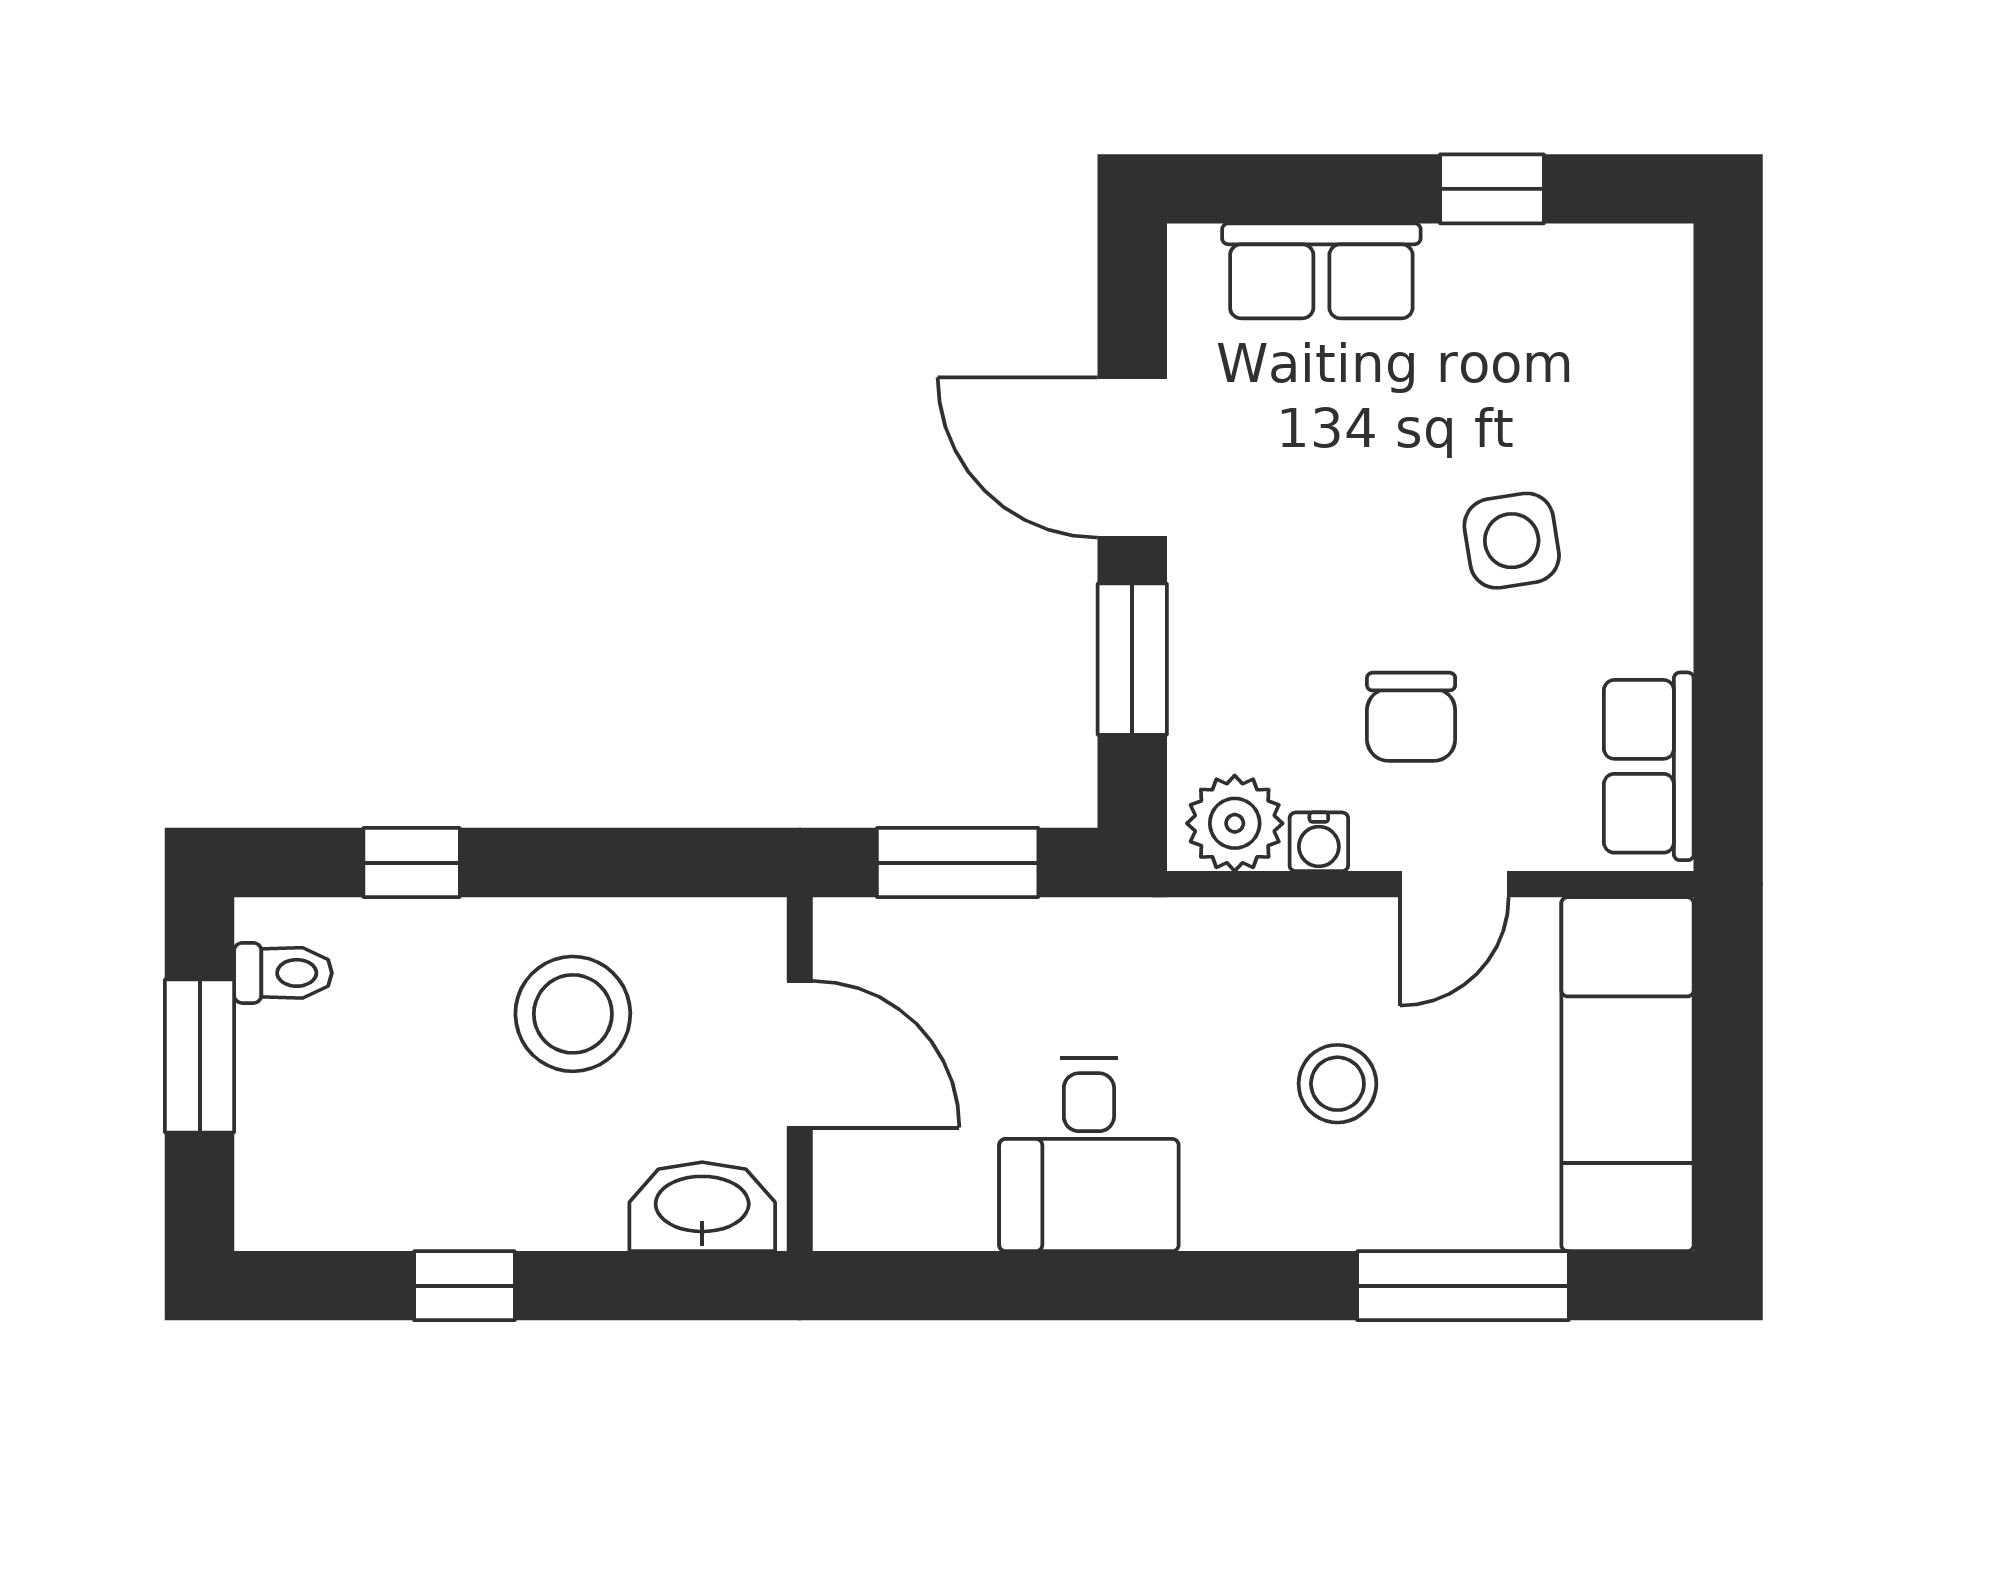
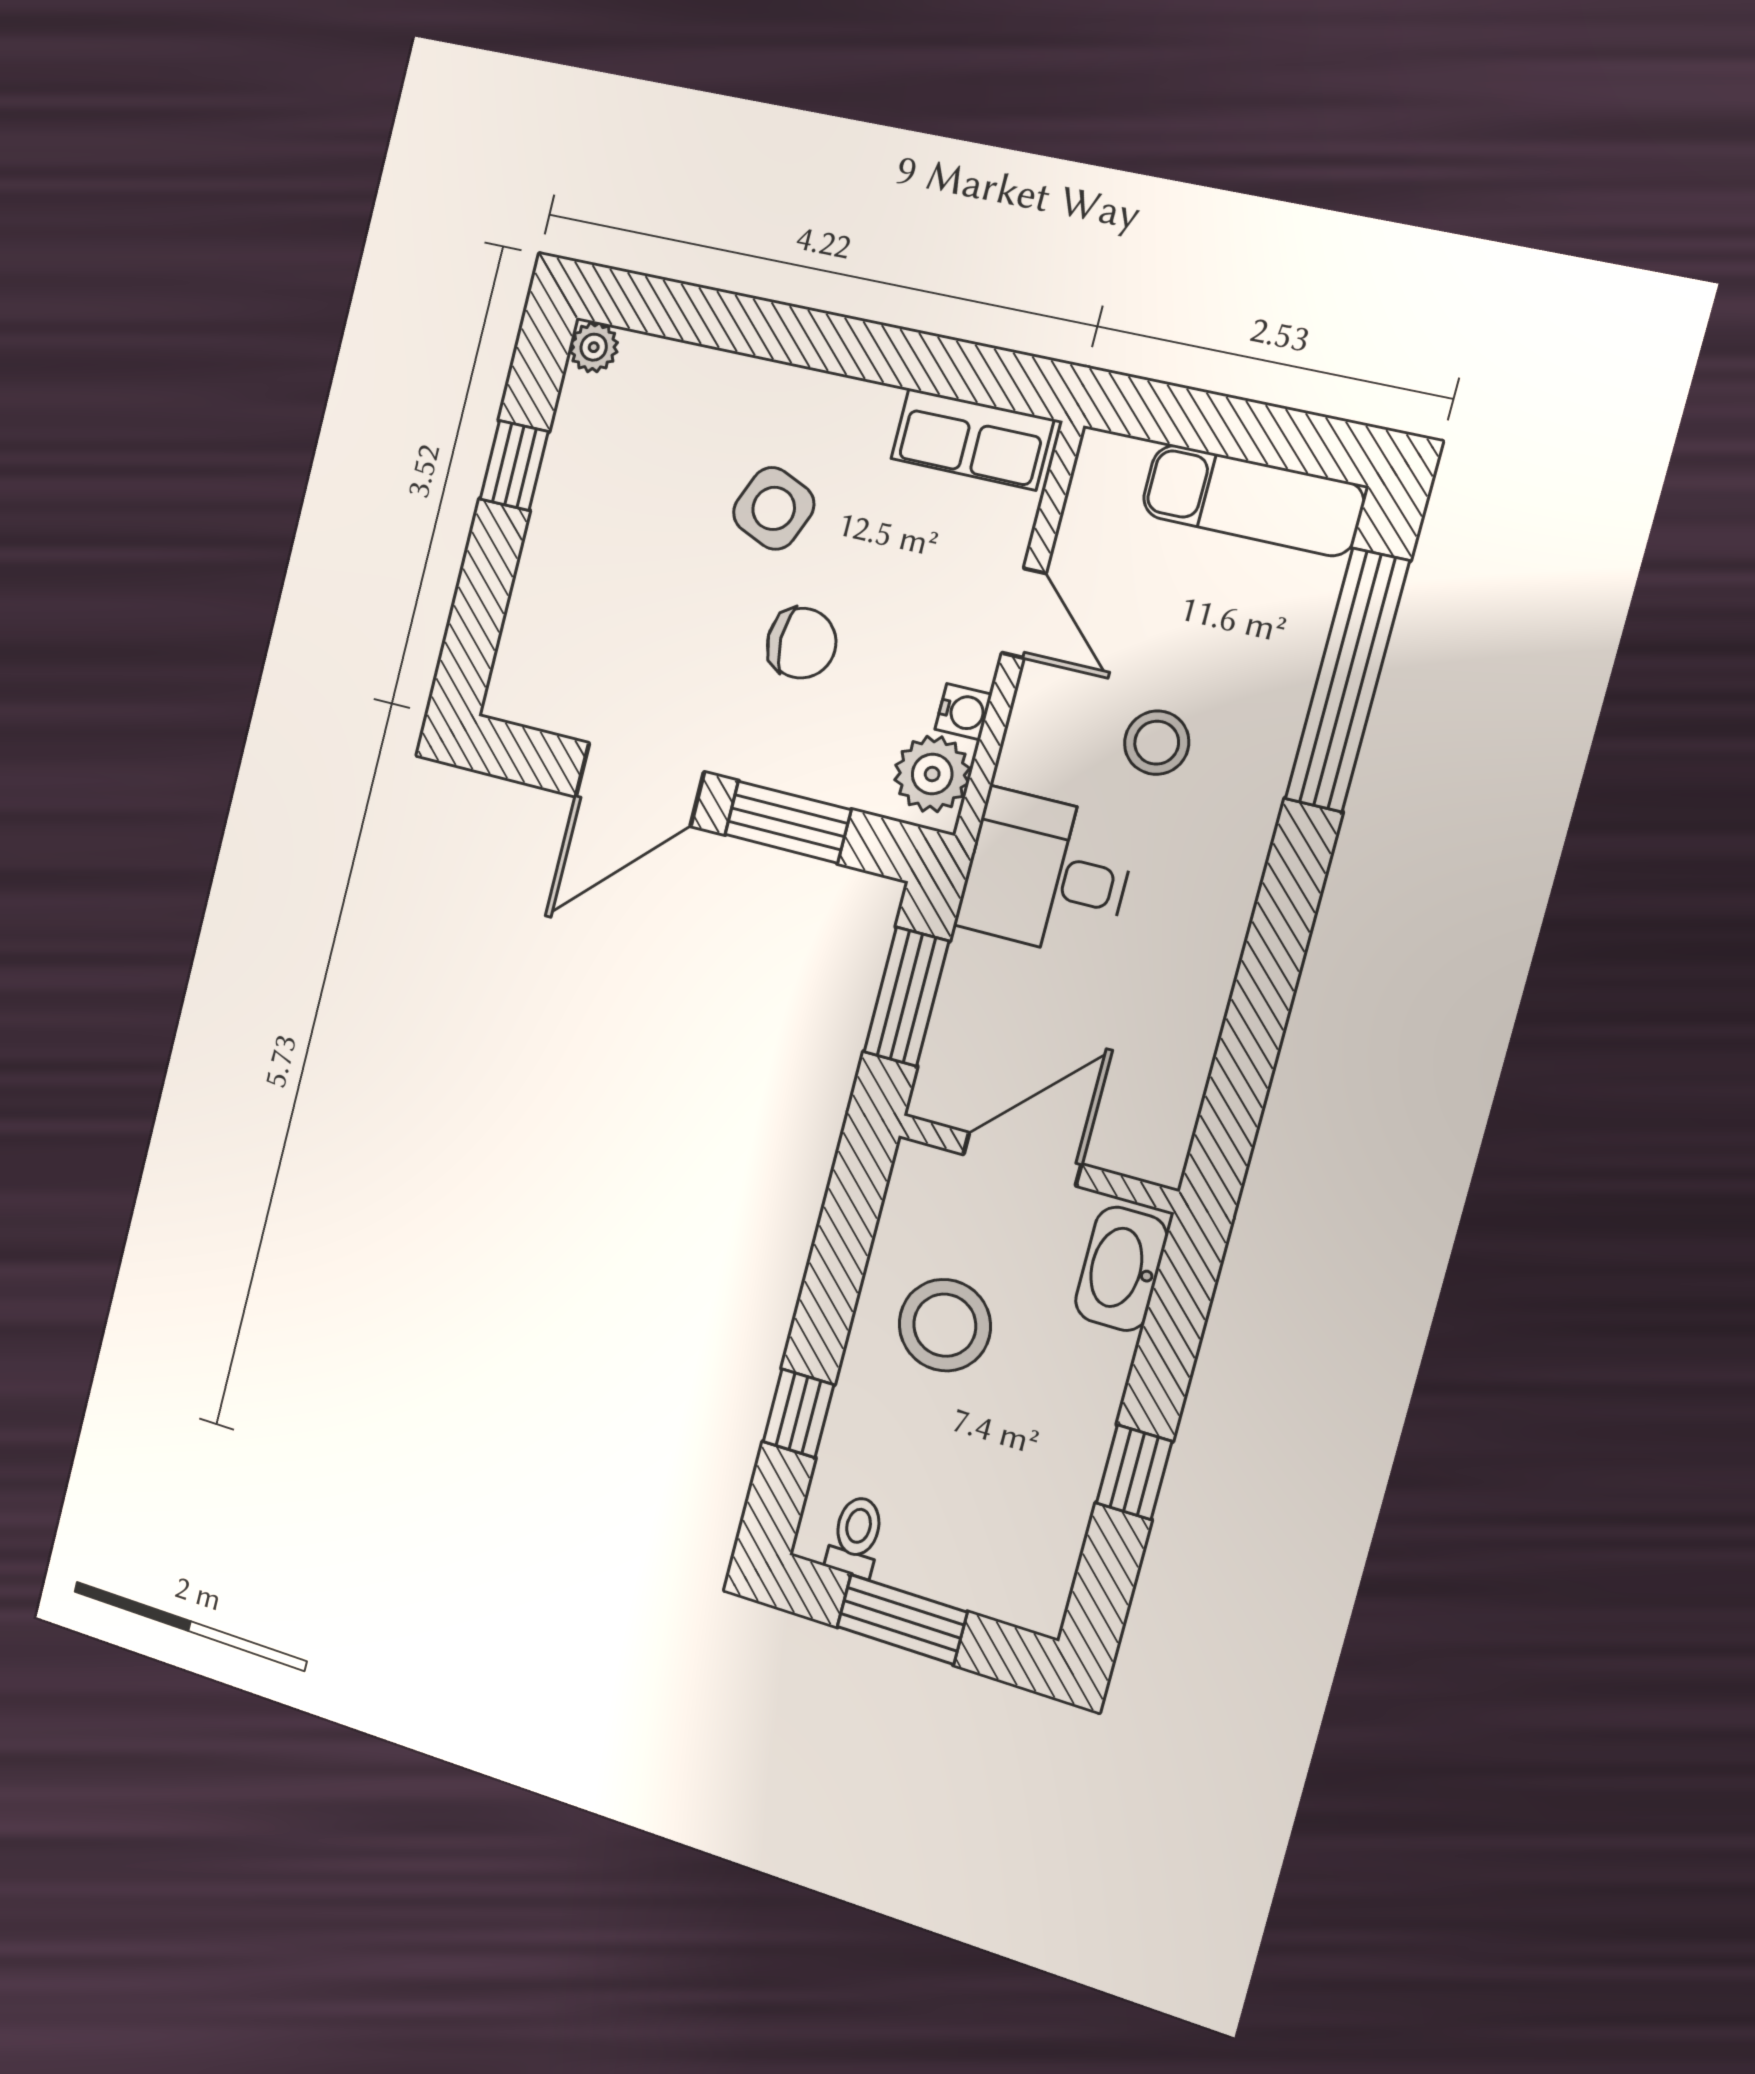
plant: (1661, 256) -> (594, 347), added
row of seats: (1321, 271) -> (541, 608), removed
side table: (1512, 541) -> (774, 508), turned 32
chair: (1411, 717) -> (802, 643), moved
exam couch: (1628, 1074) -> (1253, 500), width x0.73, depth x0.69
desk: (1089, 1154) -> (1047, 874), moved, turned 180
window: (1463, 1286) -> (1347, 680), width x1.46

